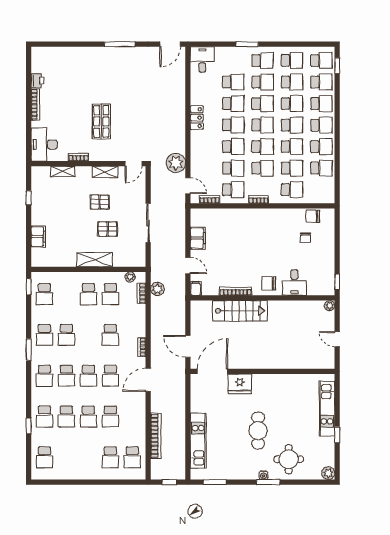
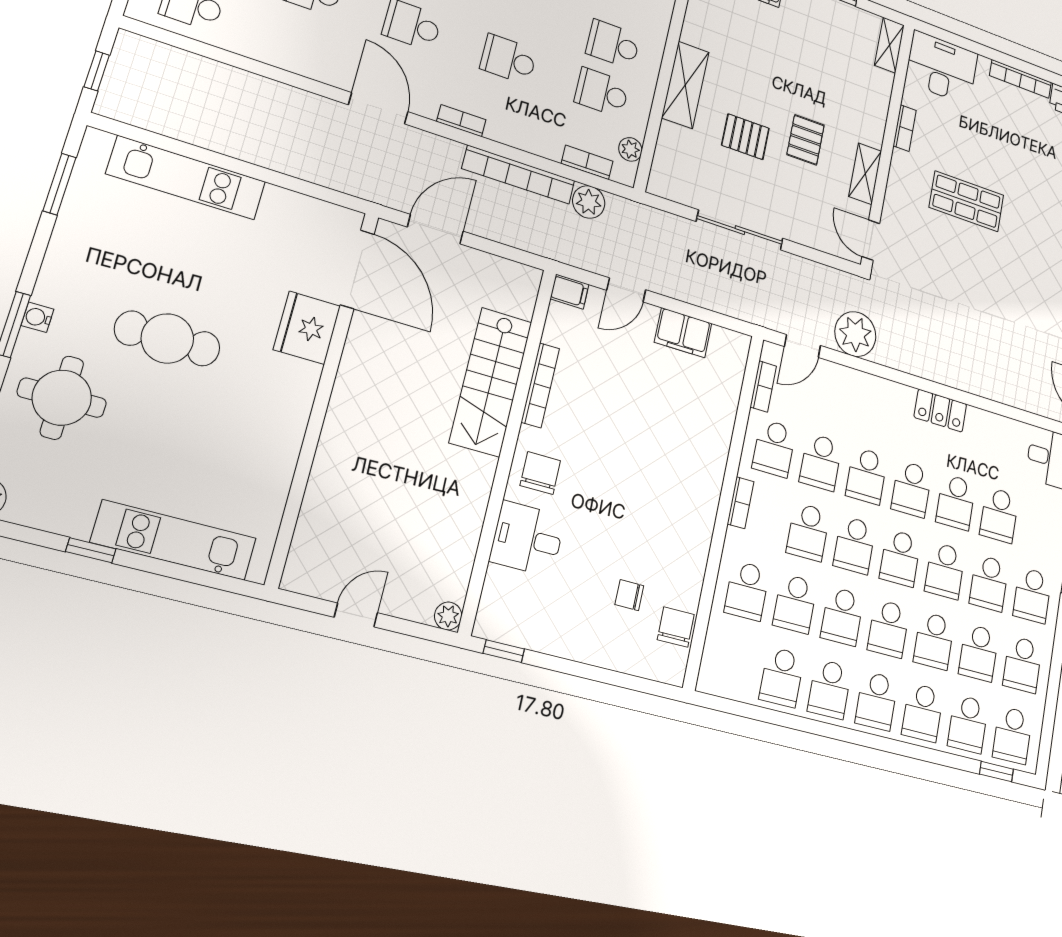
shelving: (63, 171) -> (889, 45), moved
pallet: (108, 229) -> (745, 137), turned 90
bookcase: (156, 436) -> (519, 175), moved

